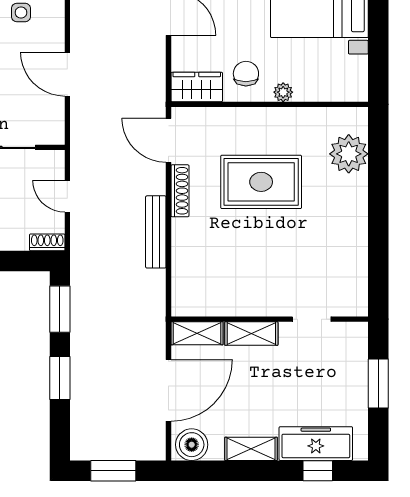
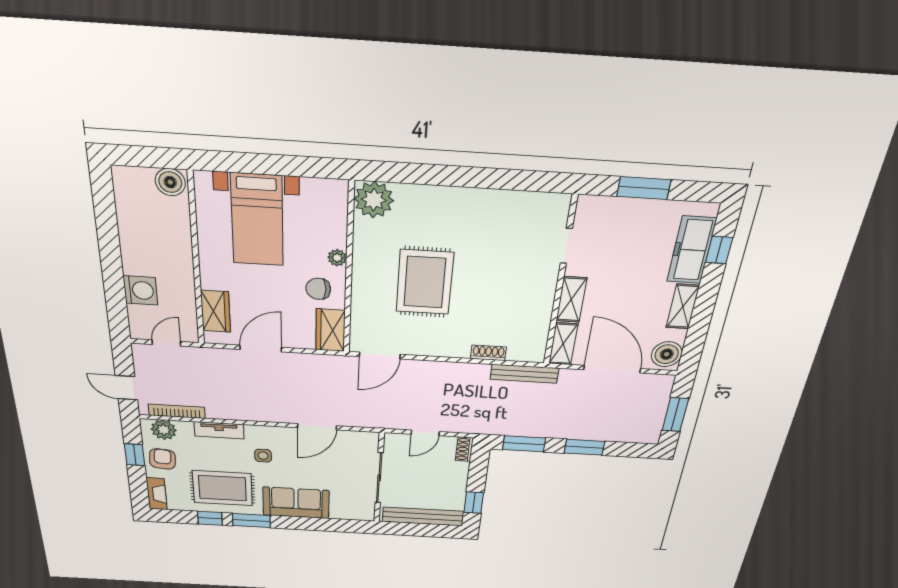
plant: (349, 154) -> (374, 200), moved
shoe rack: (180, 191) -> (488, 353), moved, width x0.70
bench: (156, 232) -> (525, 374), moved

